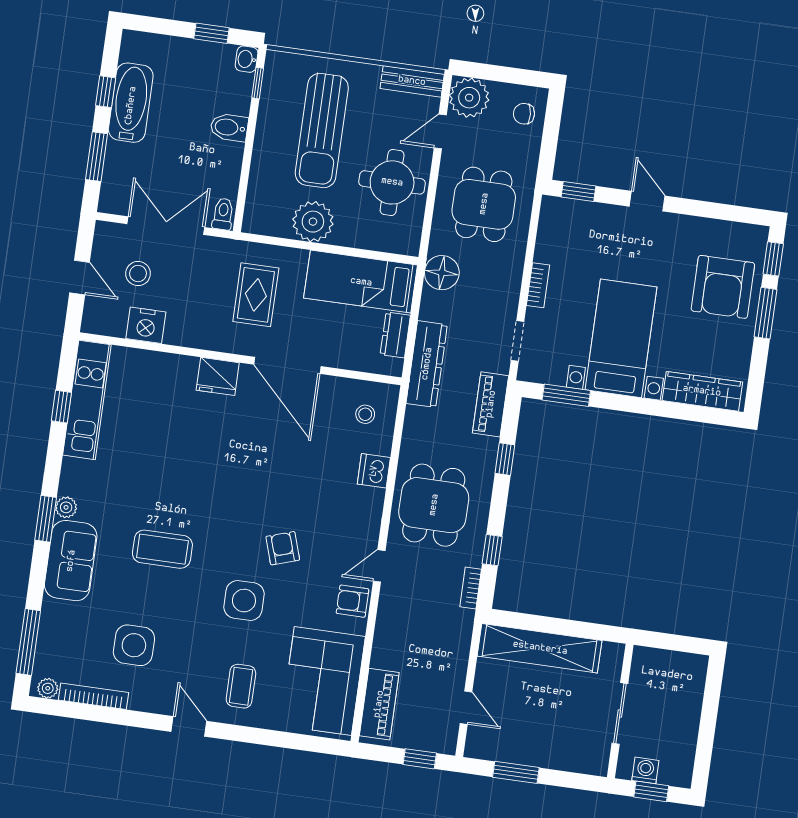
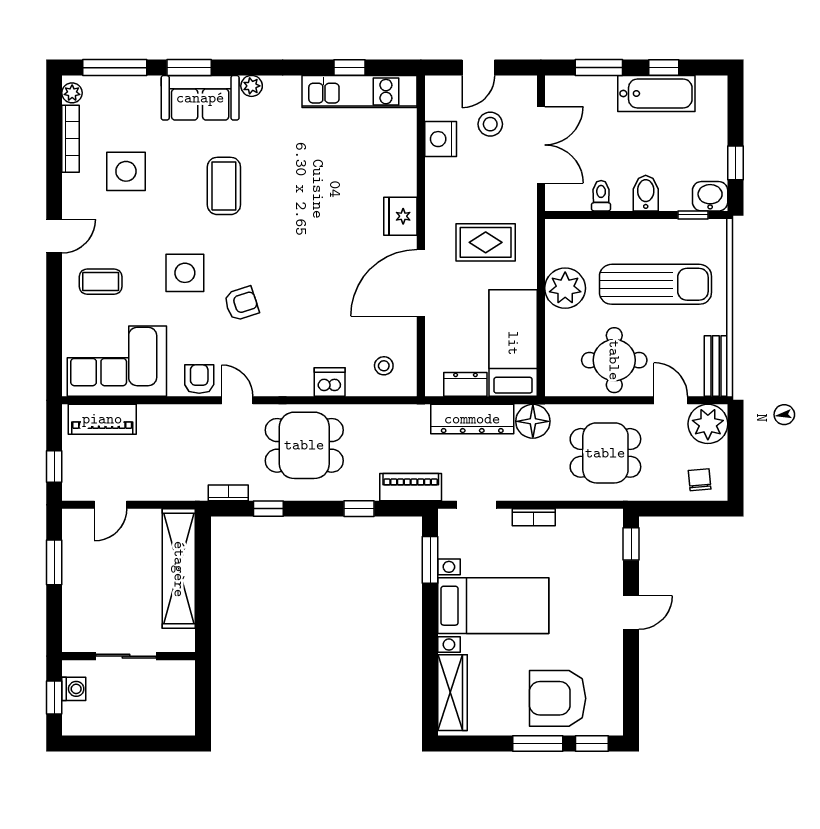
washbasin: (247, 59) -> (710, 196), width x1.38, depth x1.45
sun lounger: (322, 130) -> (655, 284), turned 180
toilet: (223, 214) -> (601, 196), moved, turned -90
dresser: (427, 364) -> (472, 419), moved
window: (46, 519) -> (189, 68), moved

